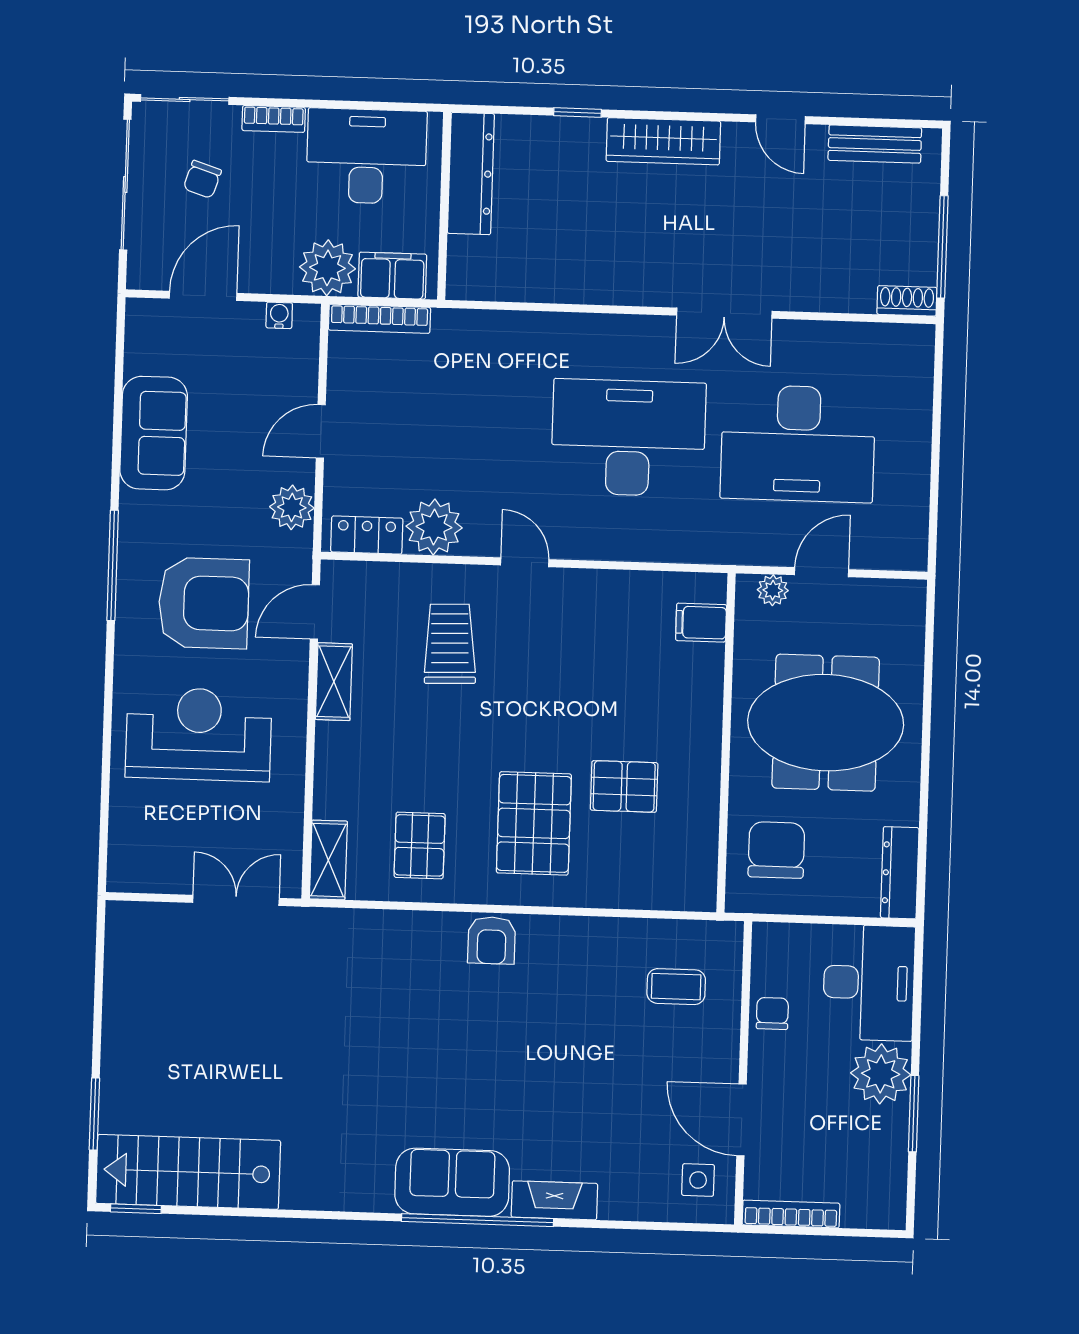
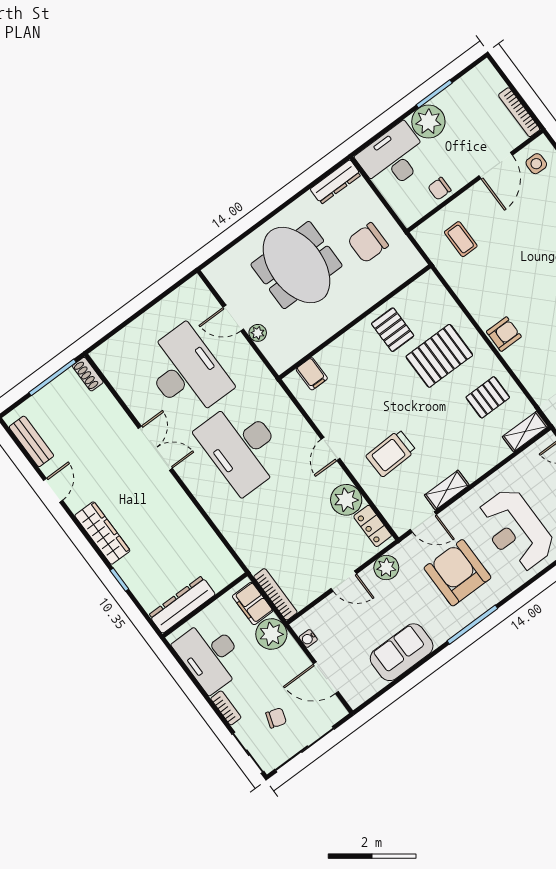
filing cabinet: (701, 623) -> (312, 374), moved
wall: (726, 743) -> (355, 322), moved

